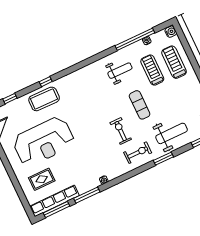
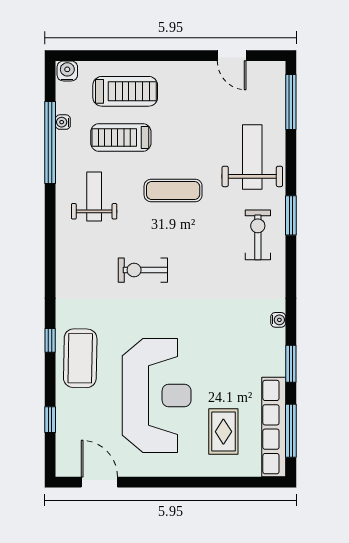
treadmill: (174, 62) -> (125, 91), turned 180
exercise bike: (121, 131) -> (143, 270), moved
window: (163, 159) -> (291, 215), moved
window: (87, 195) -> (291, 364), width x0.69

